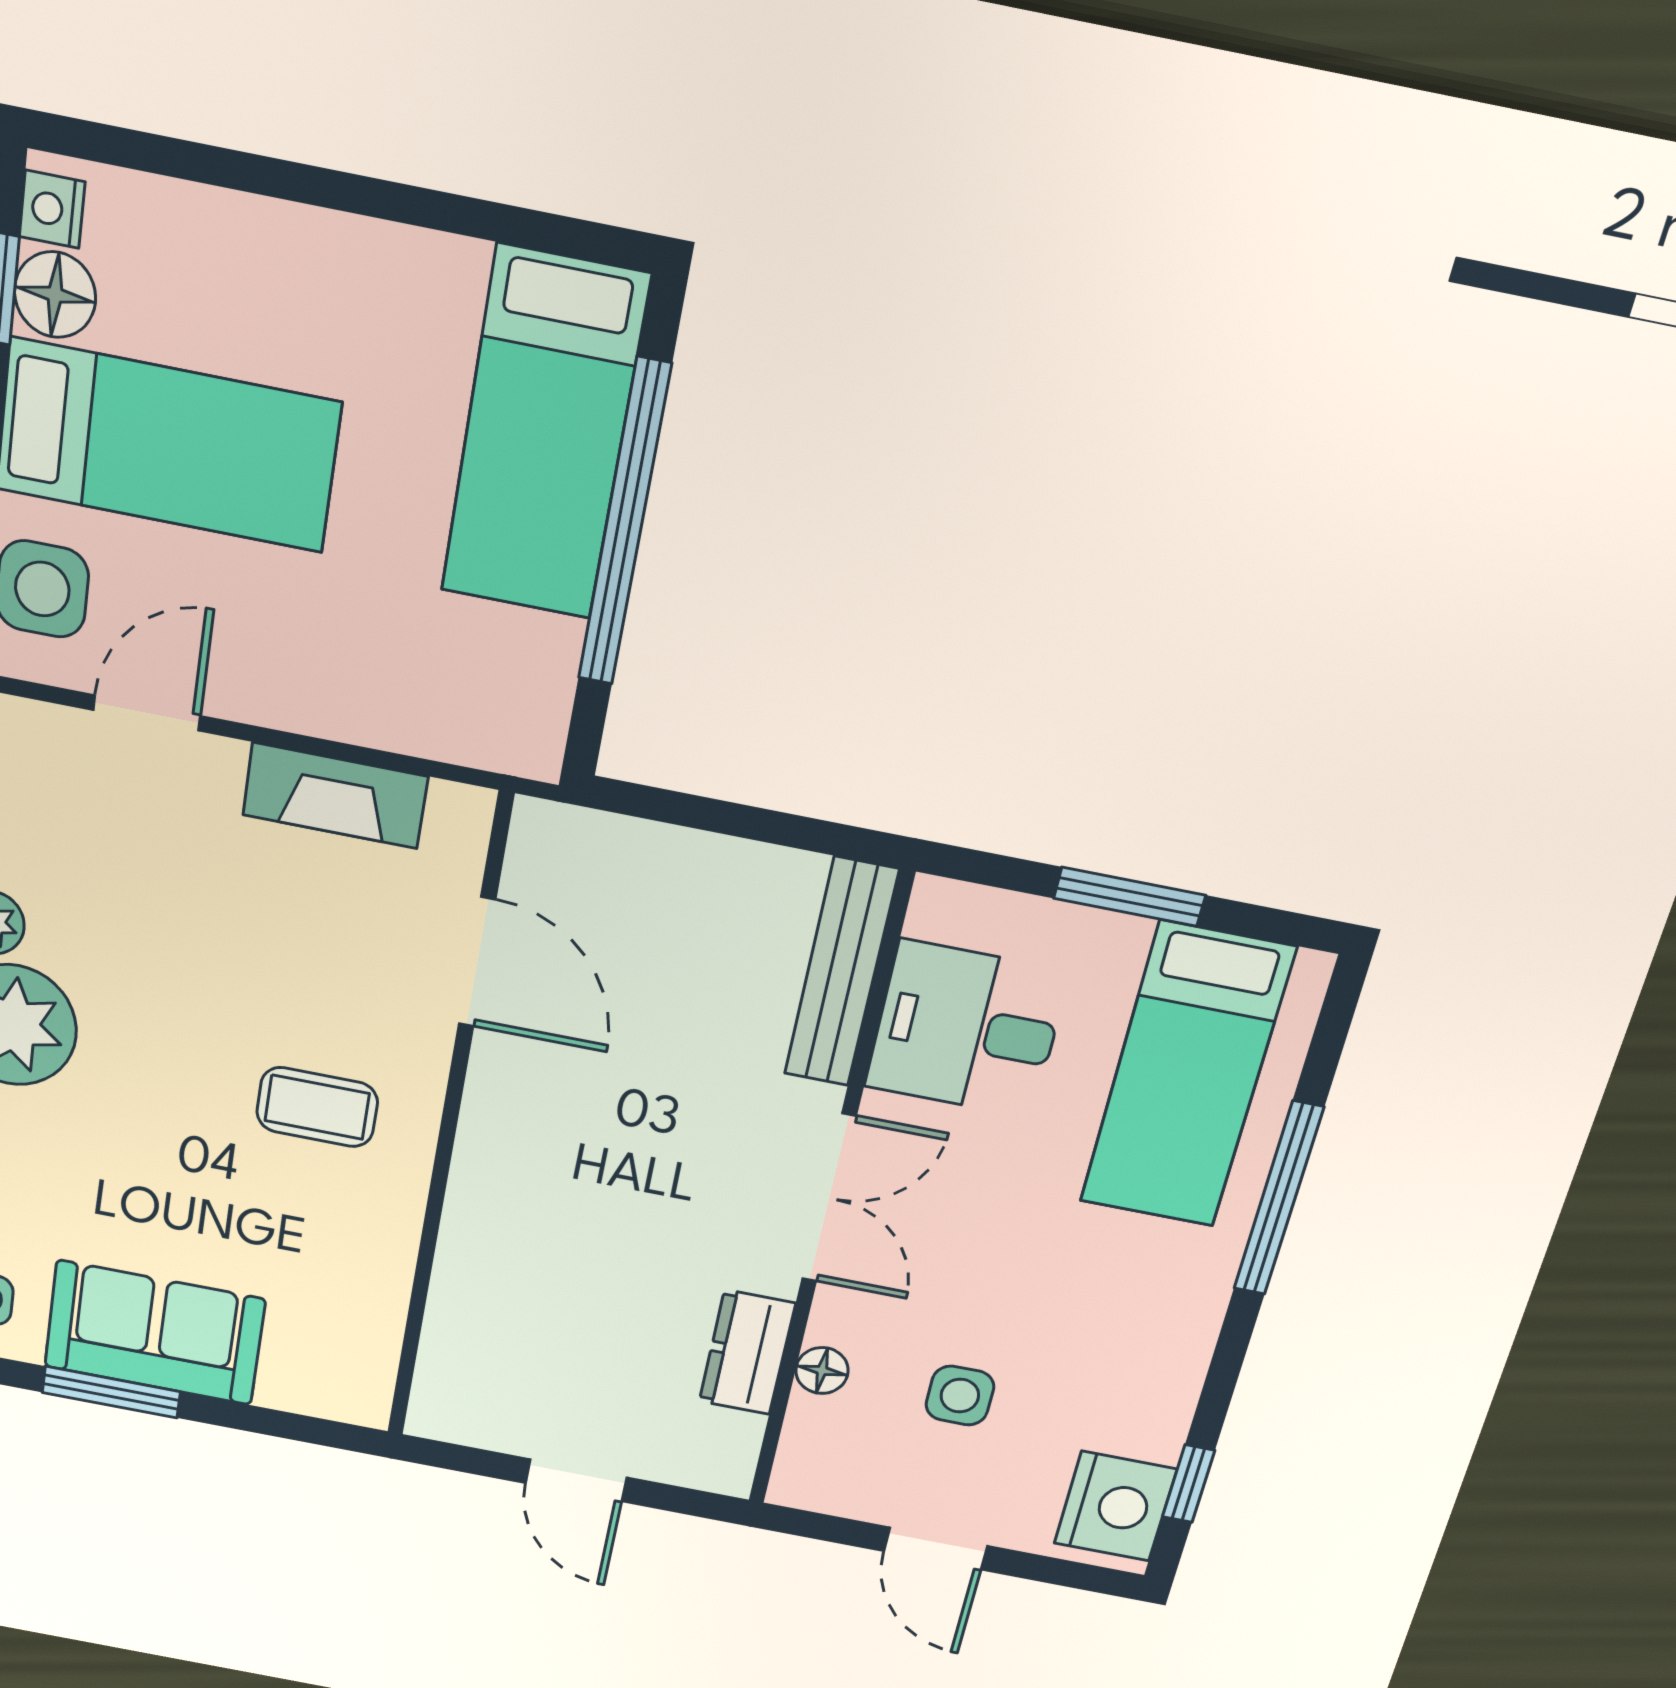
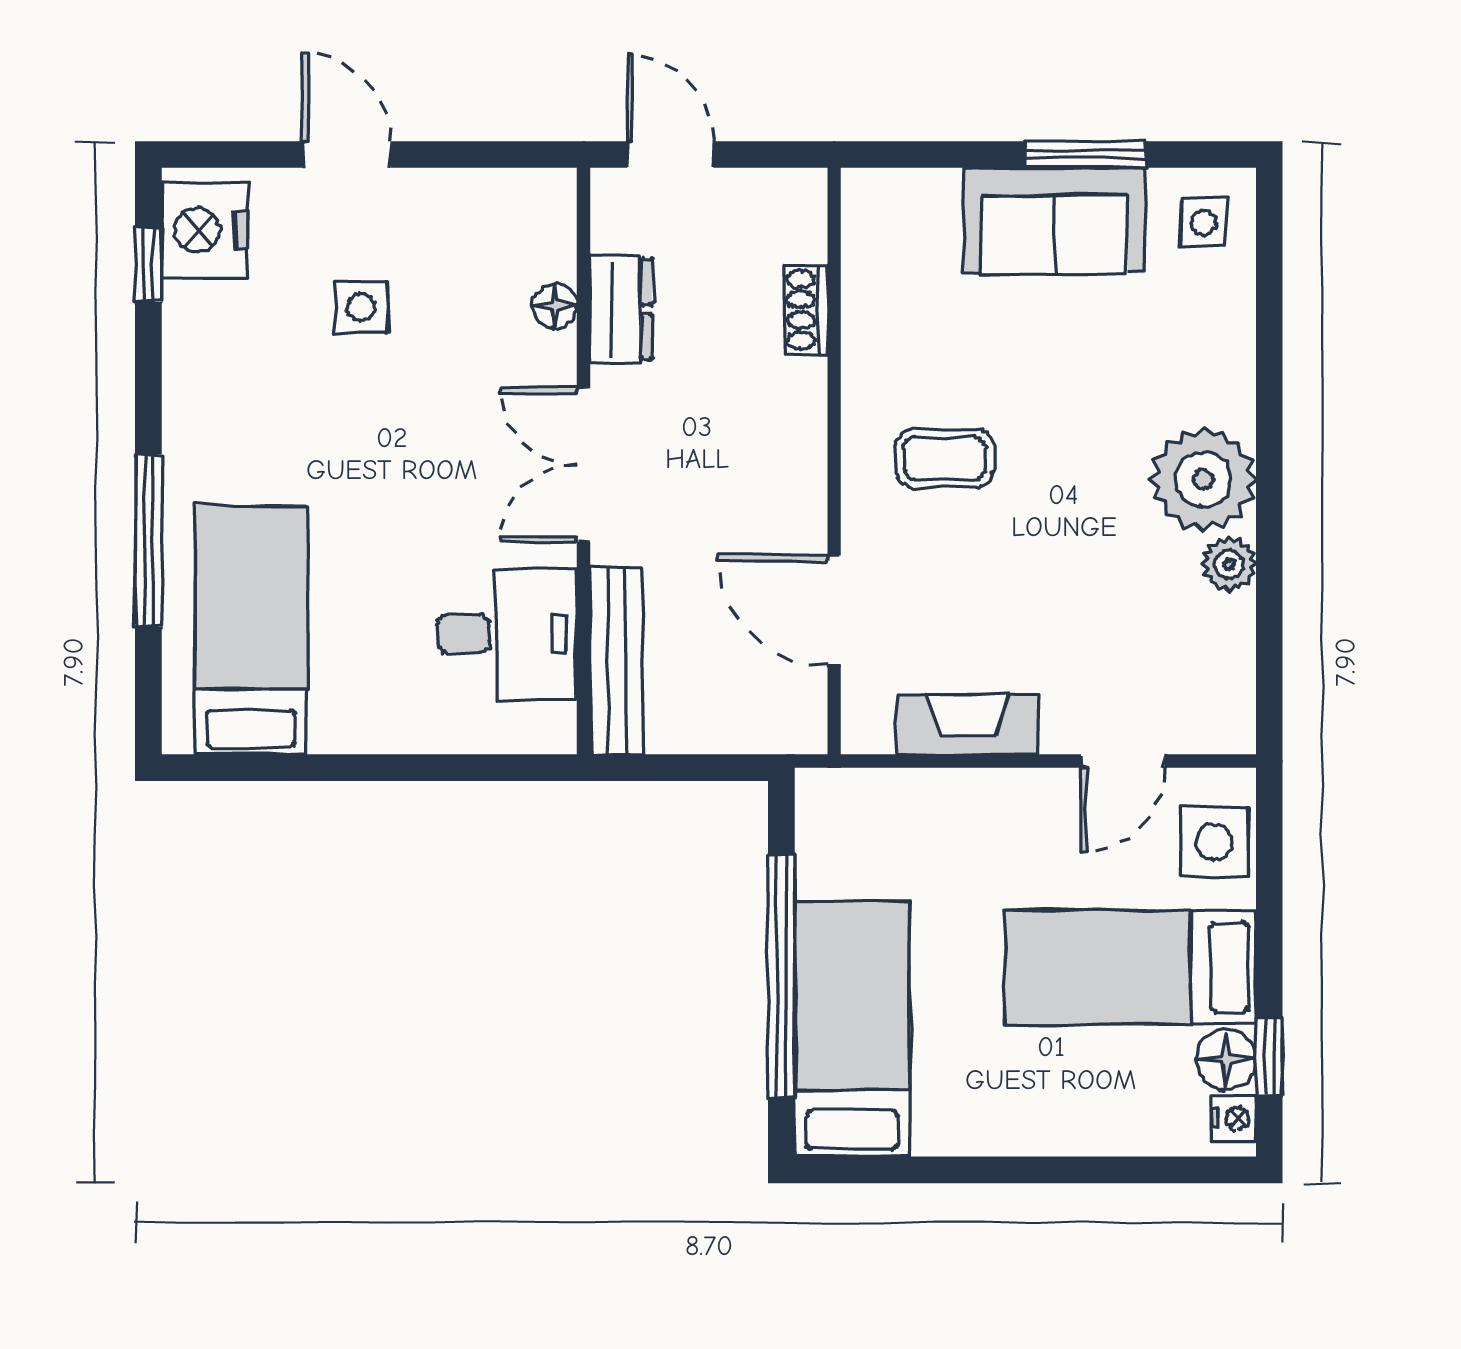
window: (1130, 897) -> (335, 768), removed
bench: (841, 973) -> (616, 661), moved
desk: (967, 1029) -> (507, 634), moved
double door: (829, 1198) -> (584, 465), moved
wall: (828, 1202) -> (584, 461), moved
shoe rack: (453, 1296) -> (806, 310), added
dresser: (747, 1353) -> (621, 309), moved
floor lamp: (822, 1371) -> (555, 306), moved

